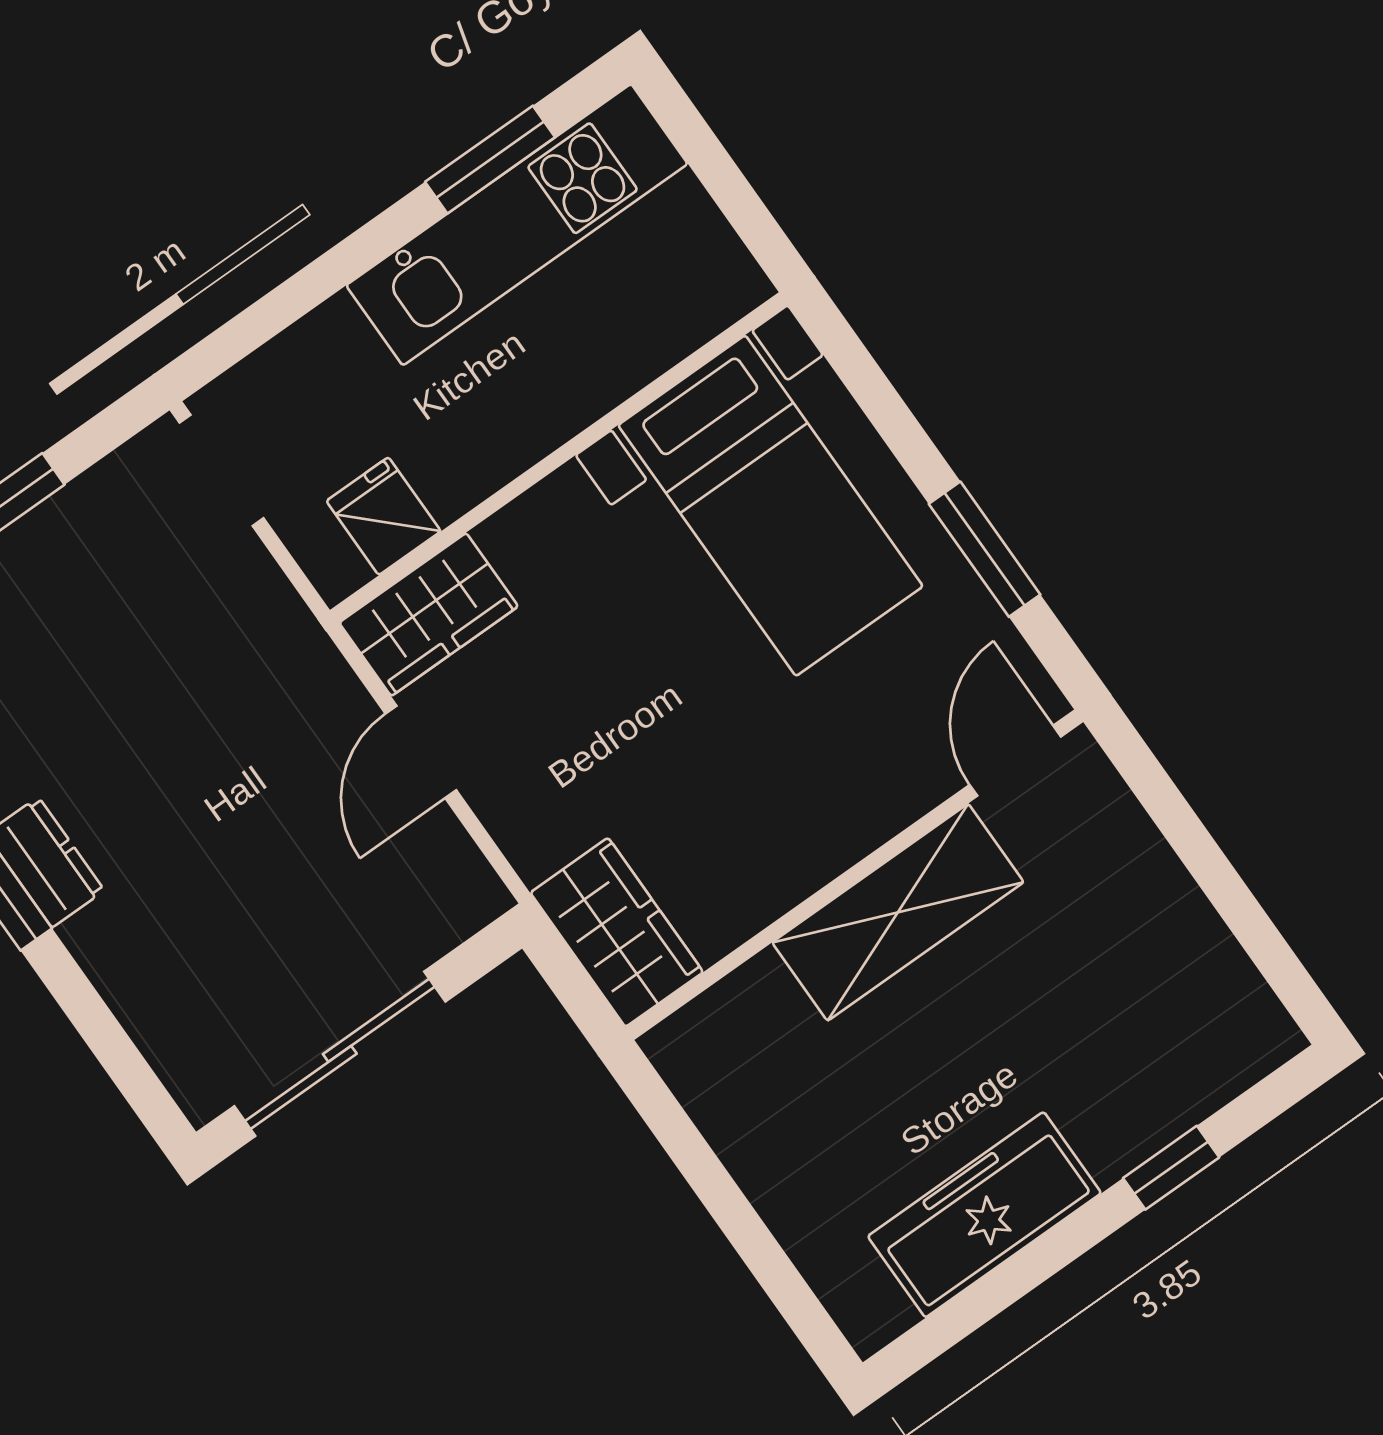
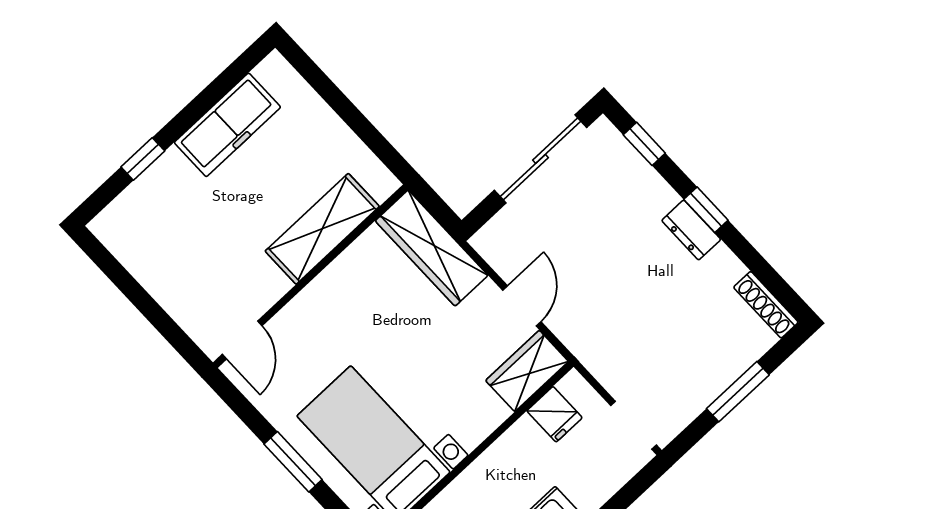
window: (985, 549) -> (293, 462), moved
shelving: (898, 912) -> (322, 229), moved
wardrobe: (617, 932) -> (432, 248), width x1.50
window: (119, 1055) -> (644, 144), added

